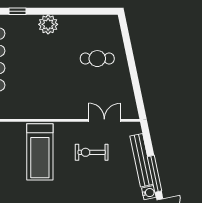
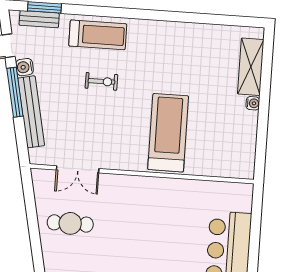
cafe table: (97, 59) -> (70, 223), moved
exercise bike: (92, 152) -> (101, 81), moved, width x0.73, depth x0.72

